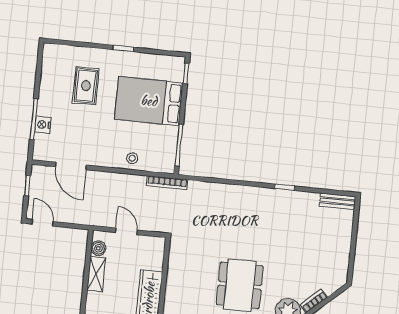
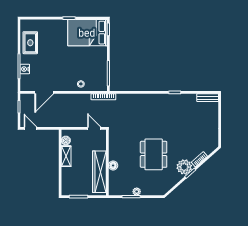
rug: (86, 86) -> (30, 43), moved
bed: (149, 101) -> (87, 33), moved
door: (71, 166) -> (44, 92), hinge flipped
door: (126, 231) -> (94, 128), moved
floor lamp: (172, 297) -> (113, 165), added

